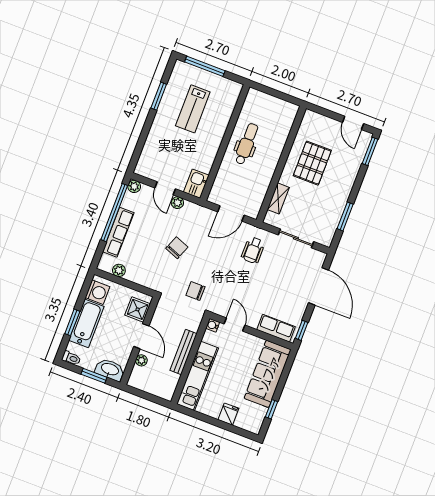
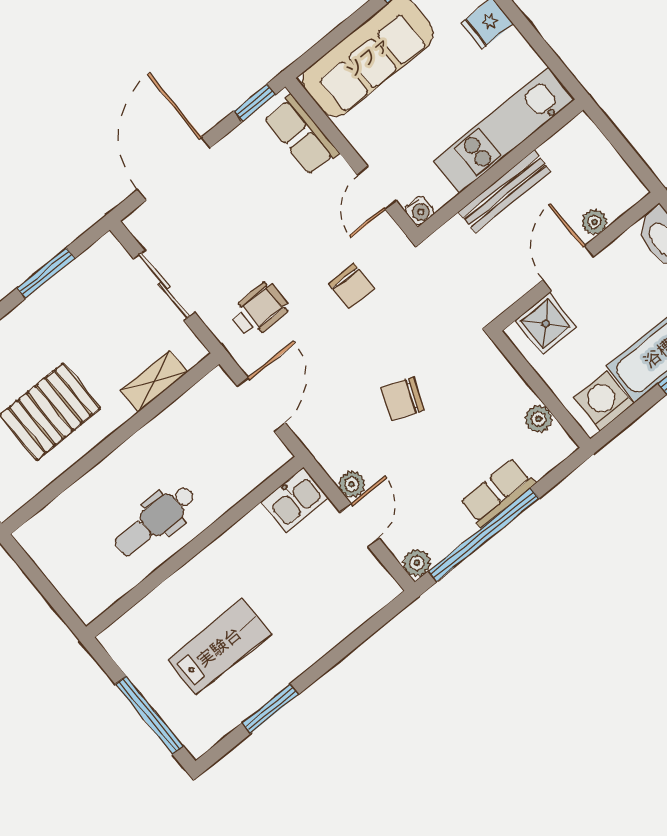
door: (231, 213) -> (261, 405), hinge flipped
row of seats: (118, 232) -> (498, 493), width x0.68
chair: (195, 291) -> (352, 286), moved

